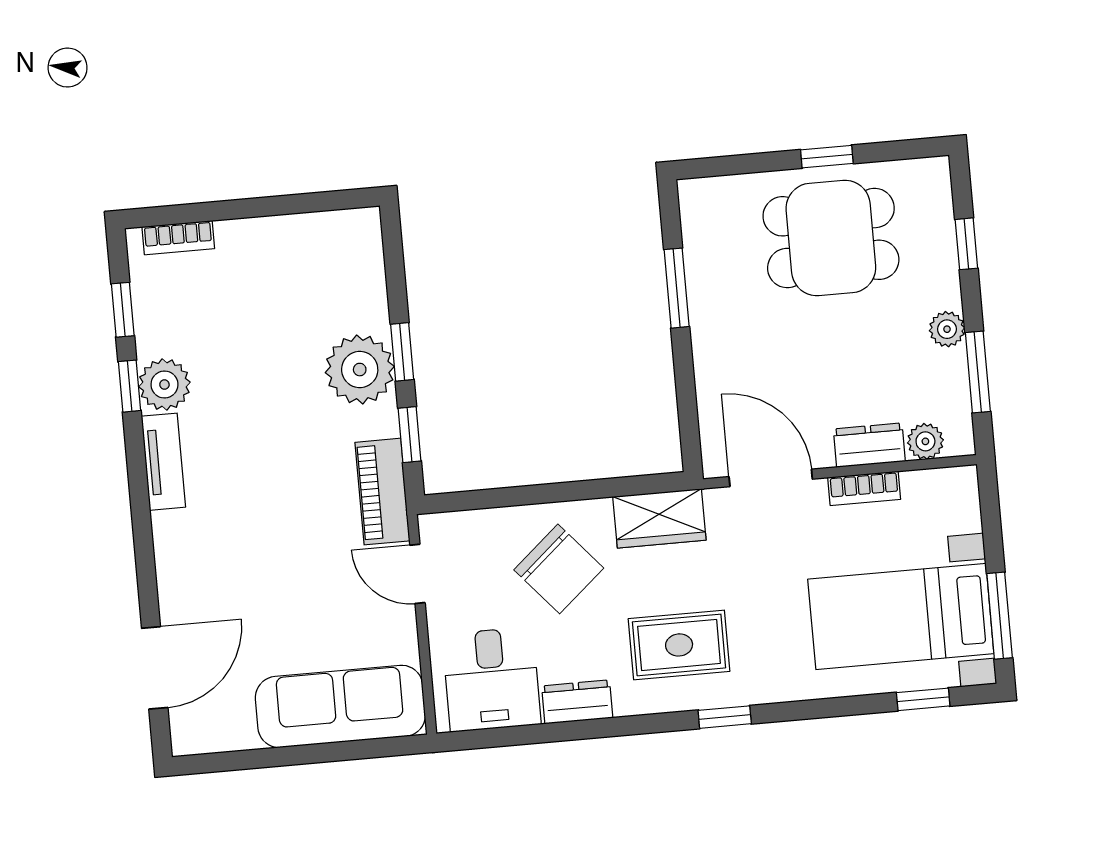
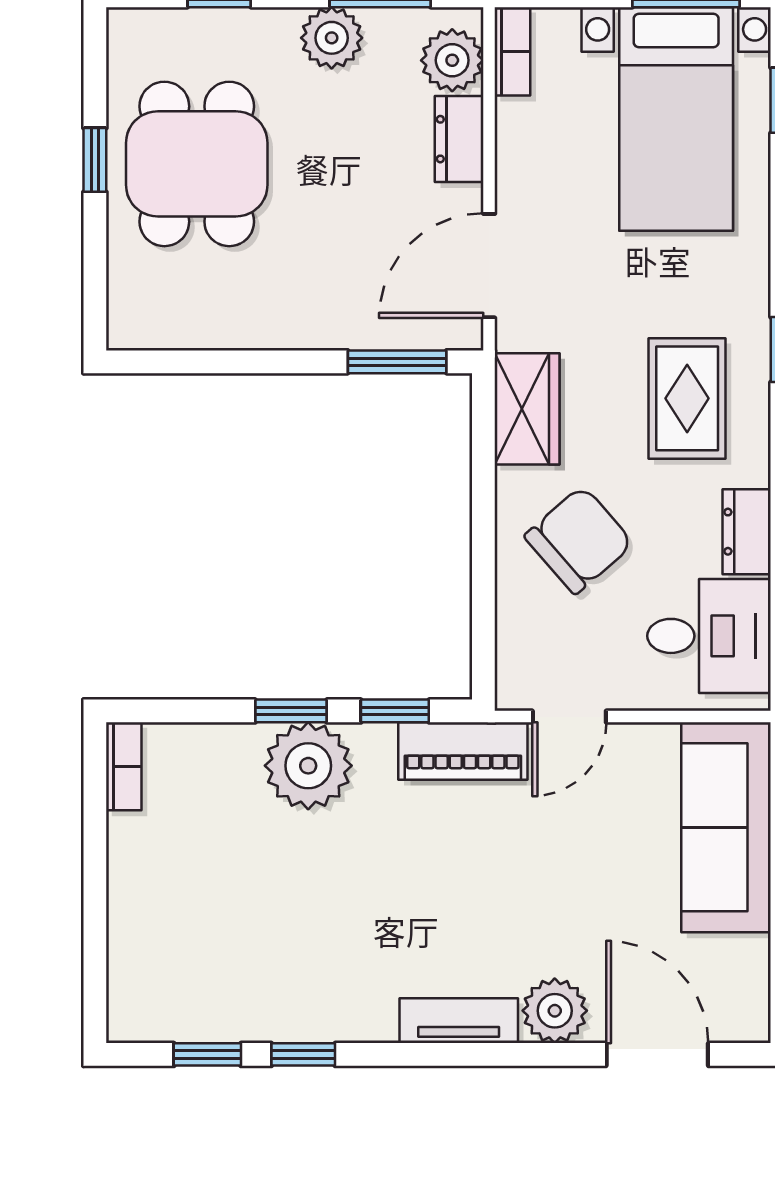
bookcase: (178, 238) -> (124, 766), moved
window: (677, 288) -> (397, 362), moved
plant: (947, 329) -> (332, 38), width x1.38, depth x1.38
plant: (164, 385) -> (555, 1011), moved
plant: (925, 441) -> (452, 60), width x1.38, depth x1.38
tv unit: (163, 462) -> (459, 1021), moved
bookcase: (864, 488) -> (512, 51), moved

